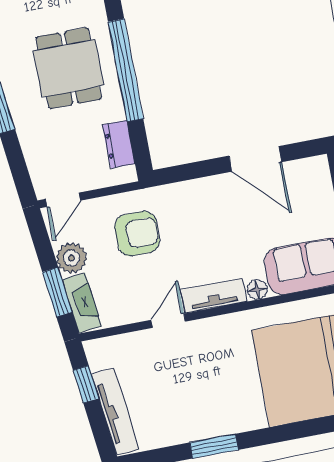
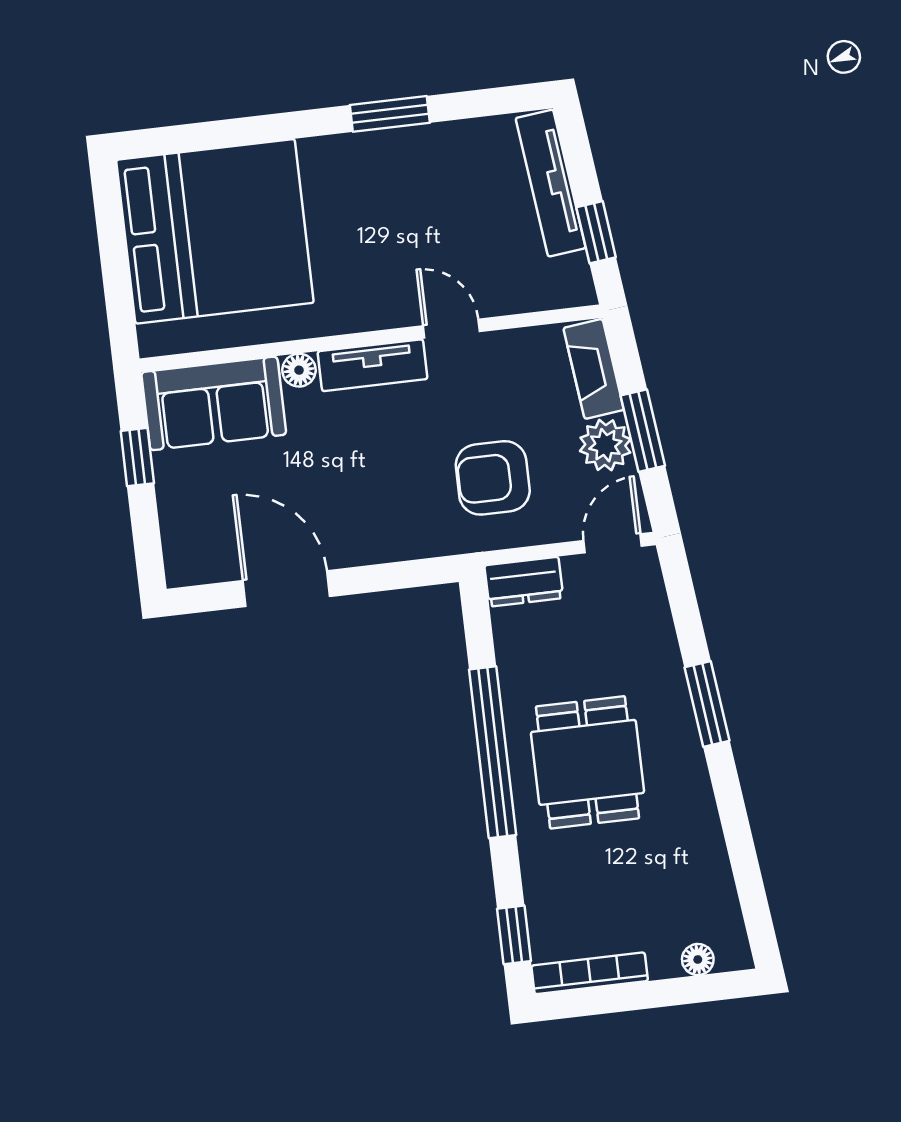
dresser: (119, 144) -> (524, 582), moved, turned 90
window: (57, 292) -> (643, 431), moved
door: (168, 321) -> (451, 329), swing flipped

